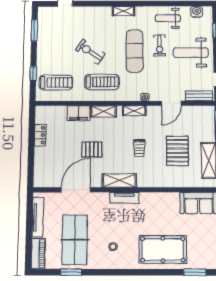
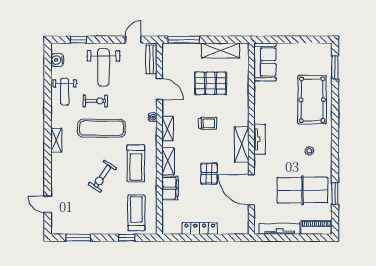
treadmill: (102, 82) -> (136, 163), turned 180
locker: (40, 135) -> (200, 229), width x1.53

